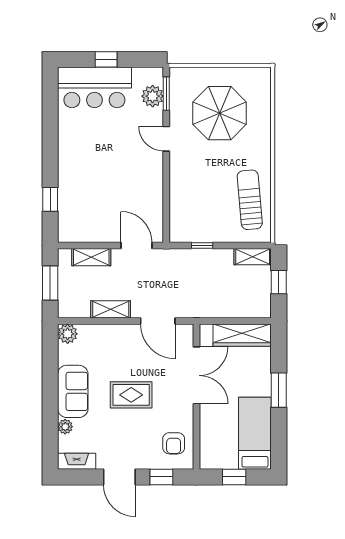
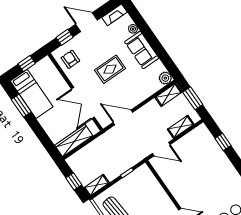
shelving: (111, 309) -> (168, 95), moved
window: (279, 390) -> (21, 106), moved

